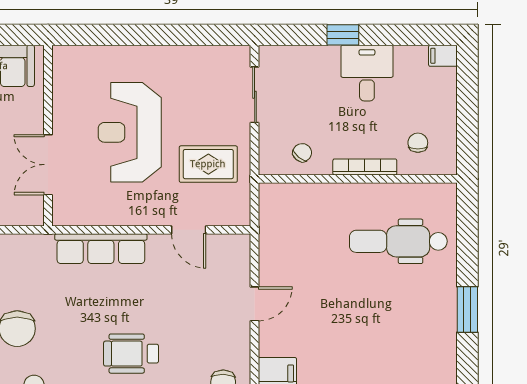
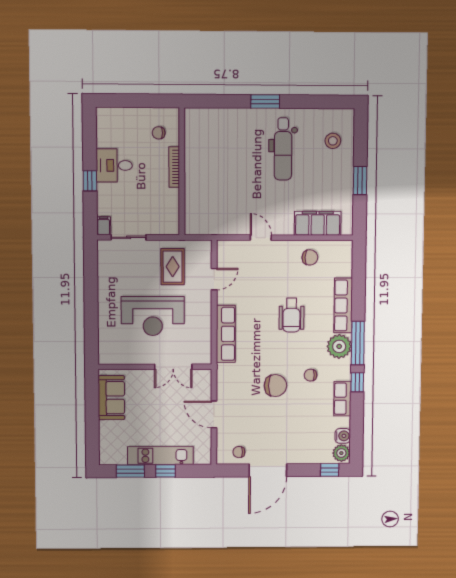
filing cabinet: (443, 56) -> (104, 226), moved, turned 180
chair: (302, 153) -> (165, 207), removed
dental chair: (398, 241) -> (283, 149), moved

